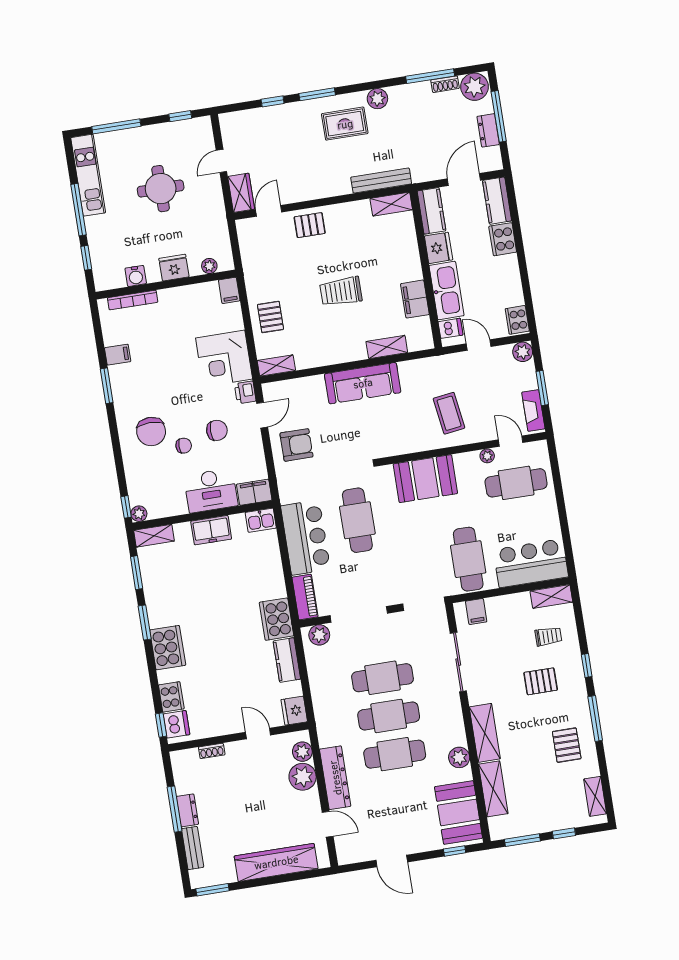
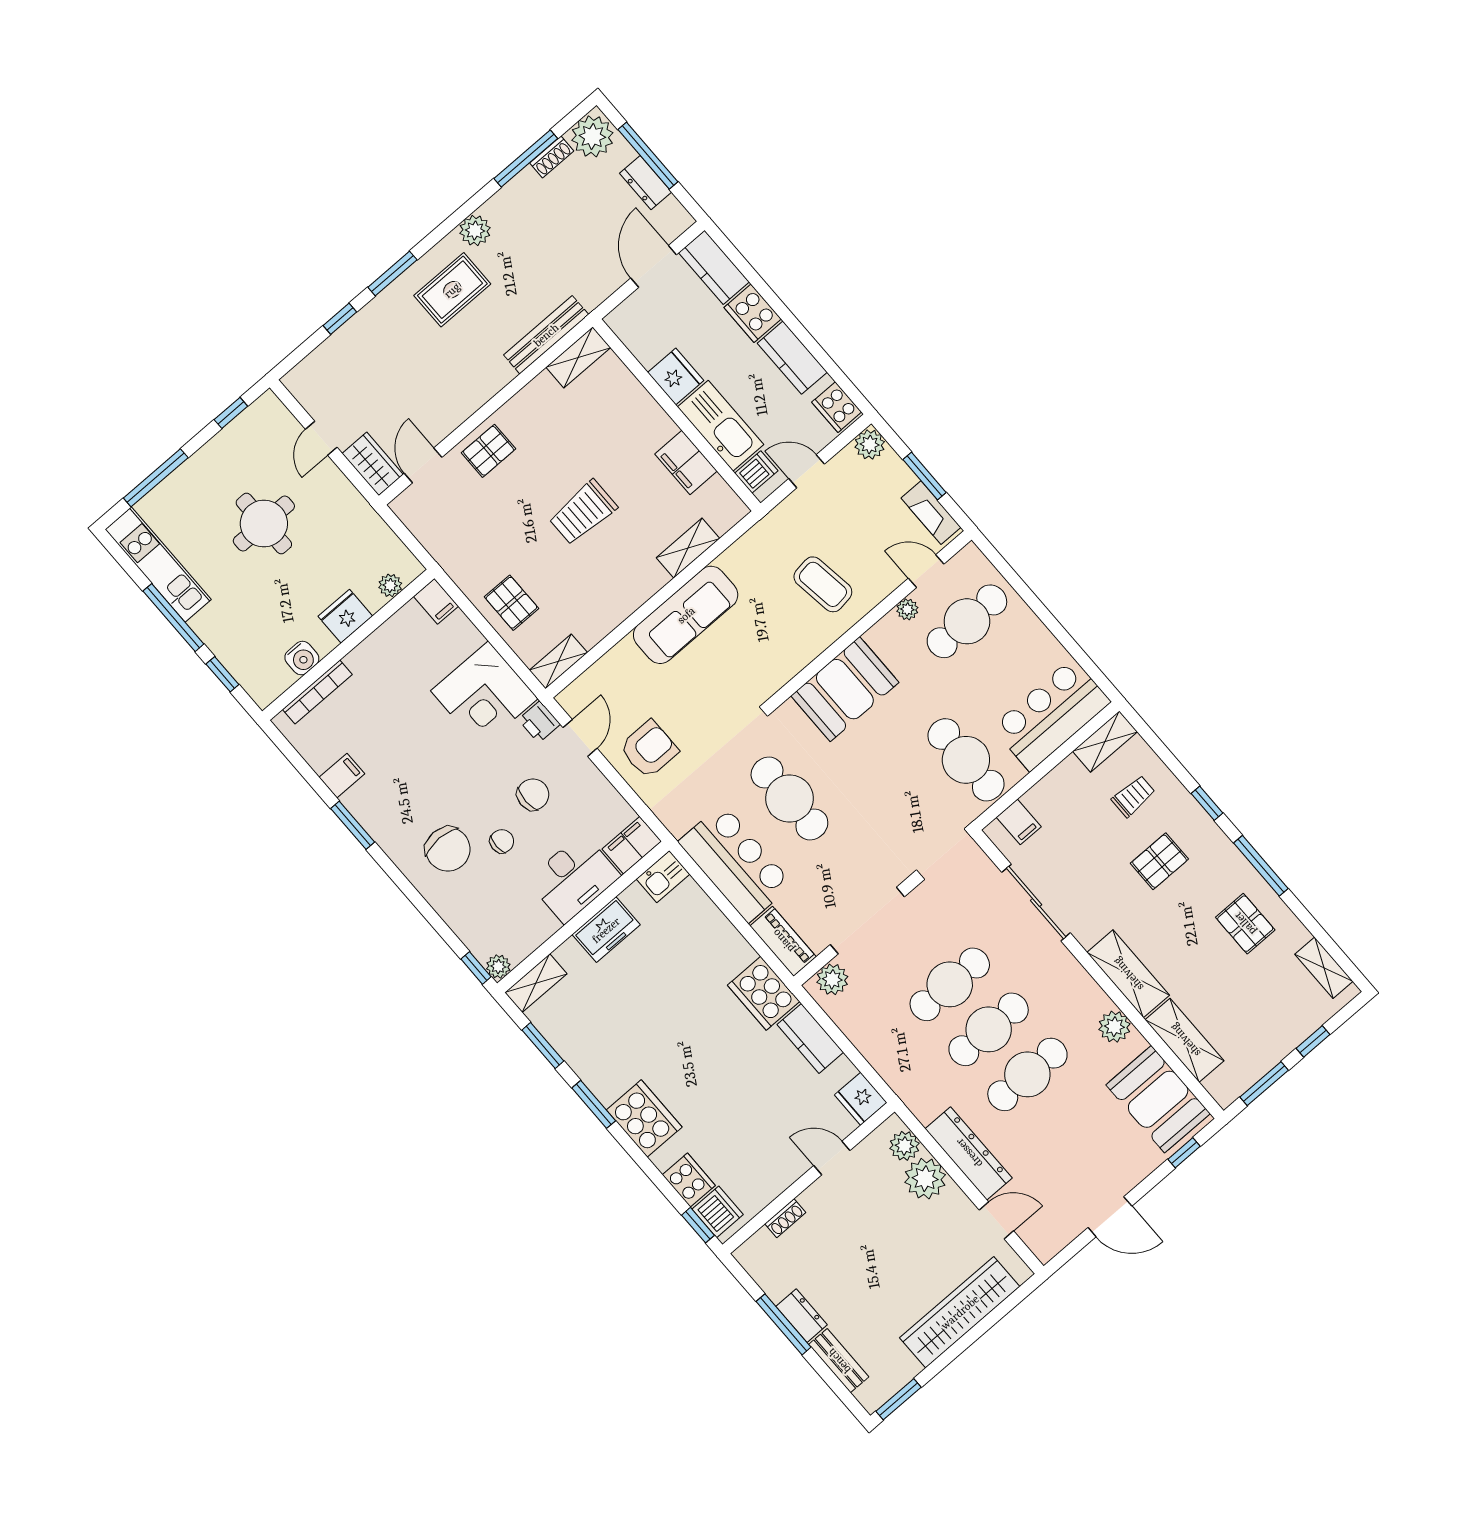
kitchen counter: (432, 211) -> (792, 358), moved, turned 180

